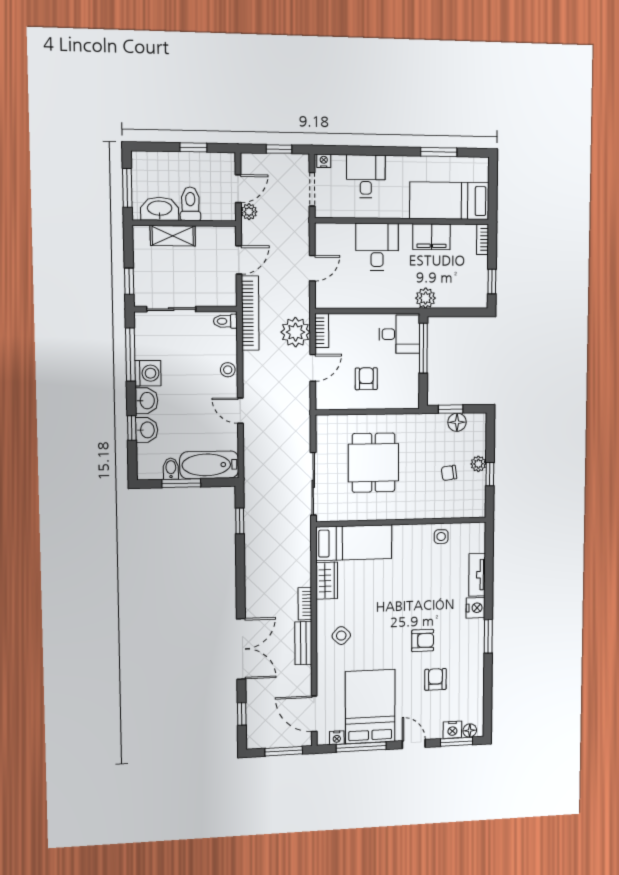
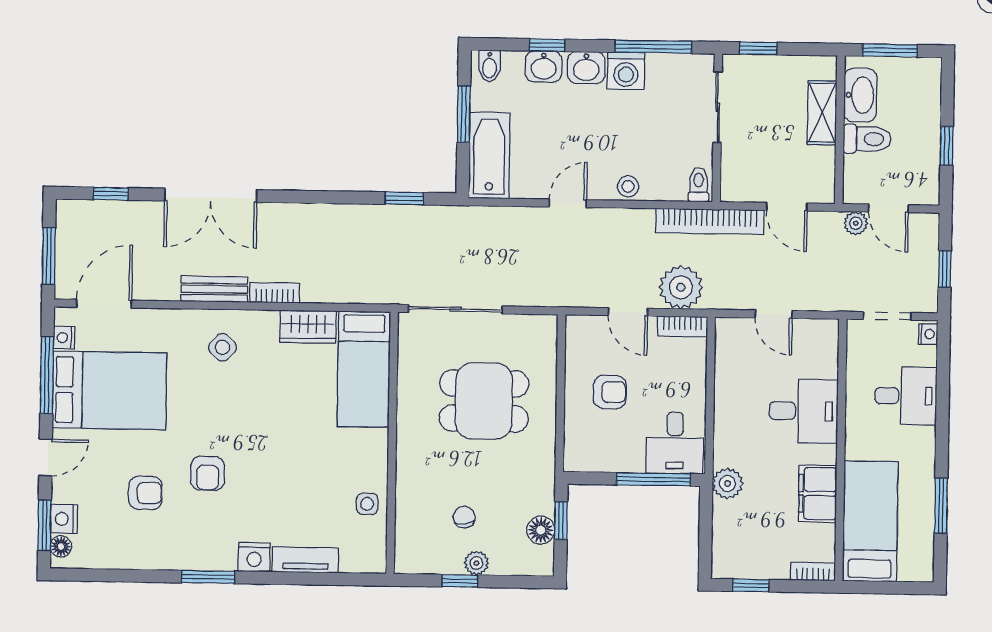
bidet: (171, 469) -> (490, 66), moved, turned 90

